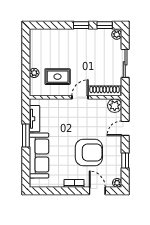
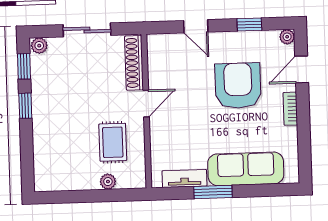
door: (80, 97) -> (146, 103), swing flipped
plant: (115, 106) -> (158, 45), removed

